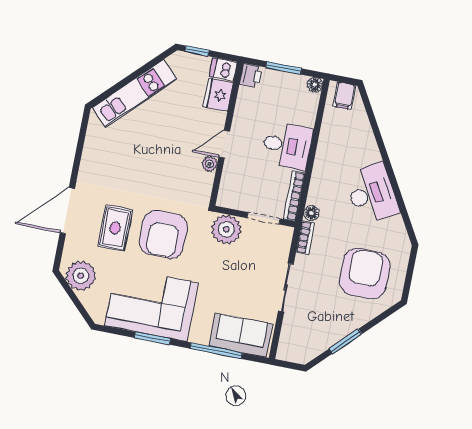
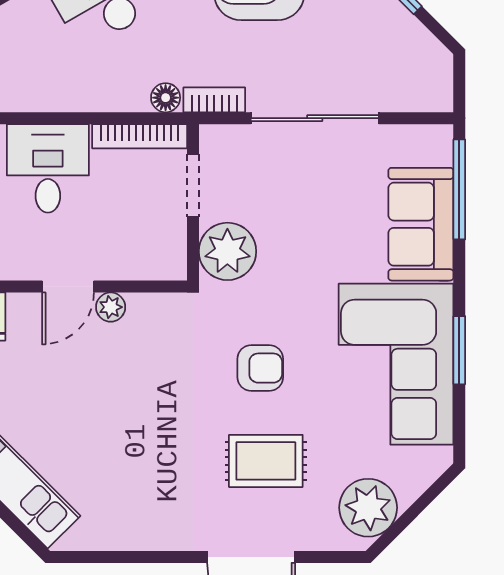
door: (224, 144) -> (68, 287), hinge flipped
armchair: (163, 234) -> (260, 368), width x0.53, depth x0.53
sliding door: (286, 287) -> (315, 118), width x1.37
sofa: (241, 335) -> (421, 224), moved
window: (216, 351) -> (459, 189), moved

